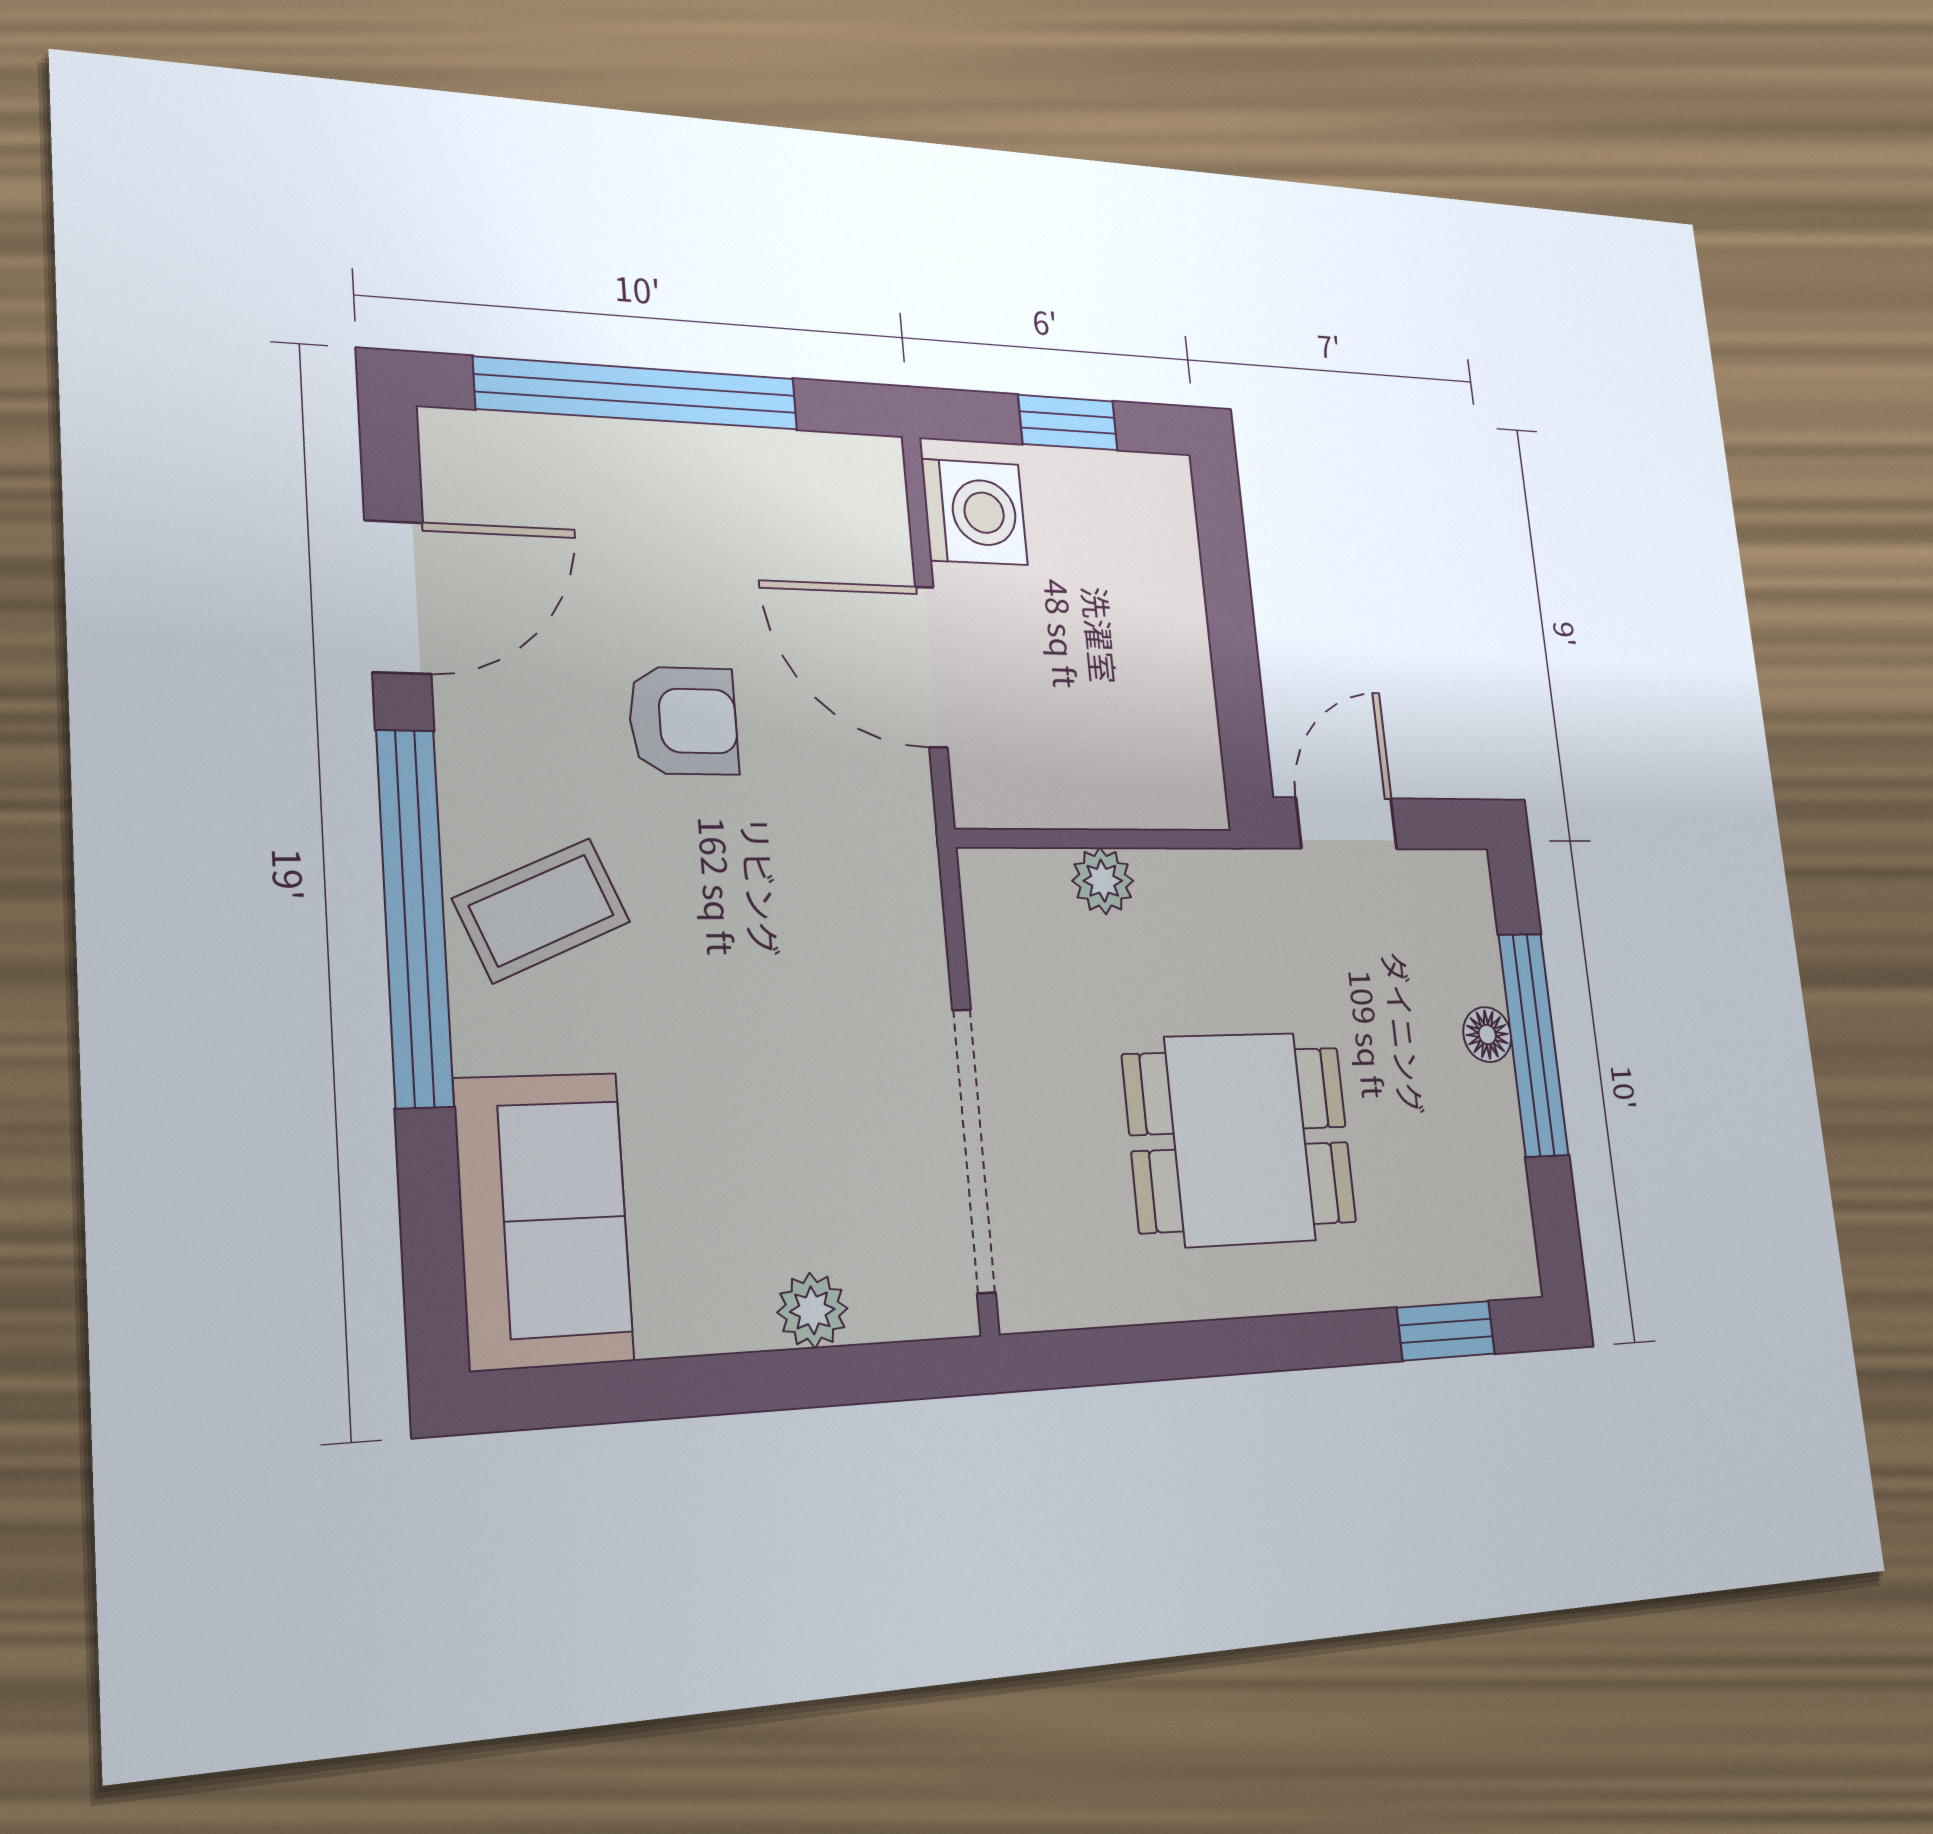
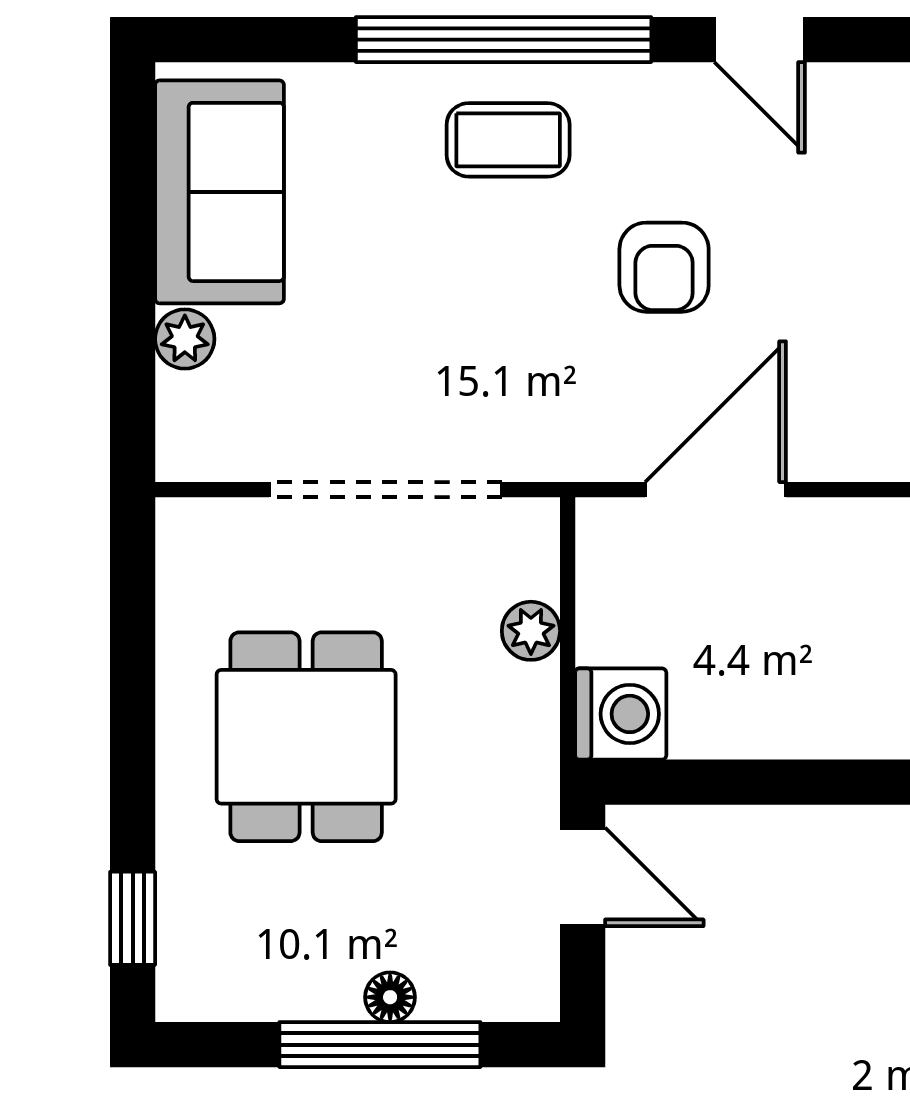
washing machine: (974, 512) -> (621, 714), moved, turned -90
door: (398, 597) -> (760, 40), width x0.73
coffee table: (542, 910) -> (508, 140), turned -67
doorway: (974, 1150) -> (386, 490), moved
sofa: (544, 1220) -> (219, 192), moved, turned -90

